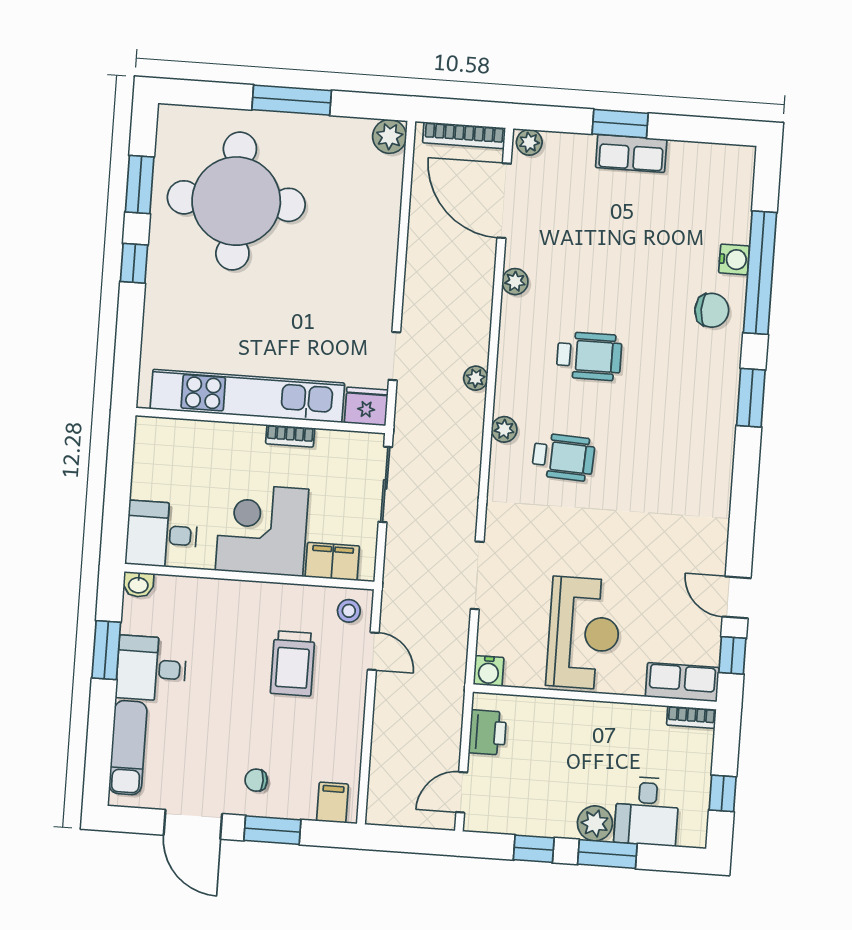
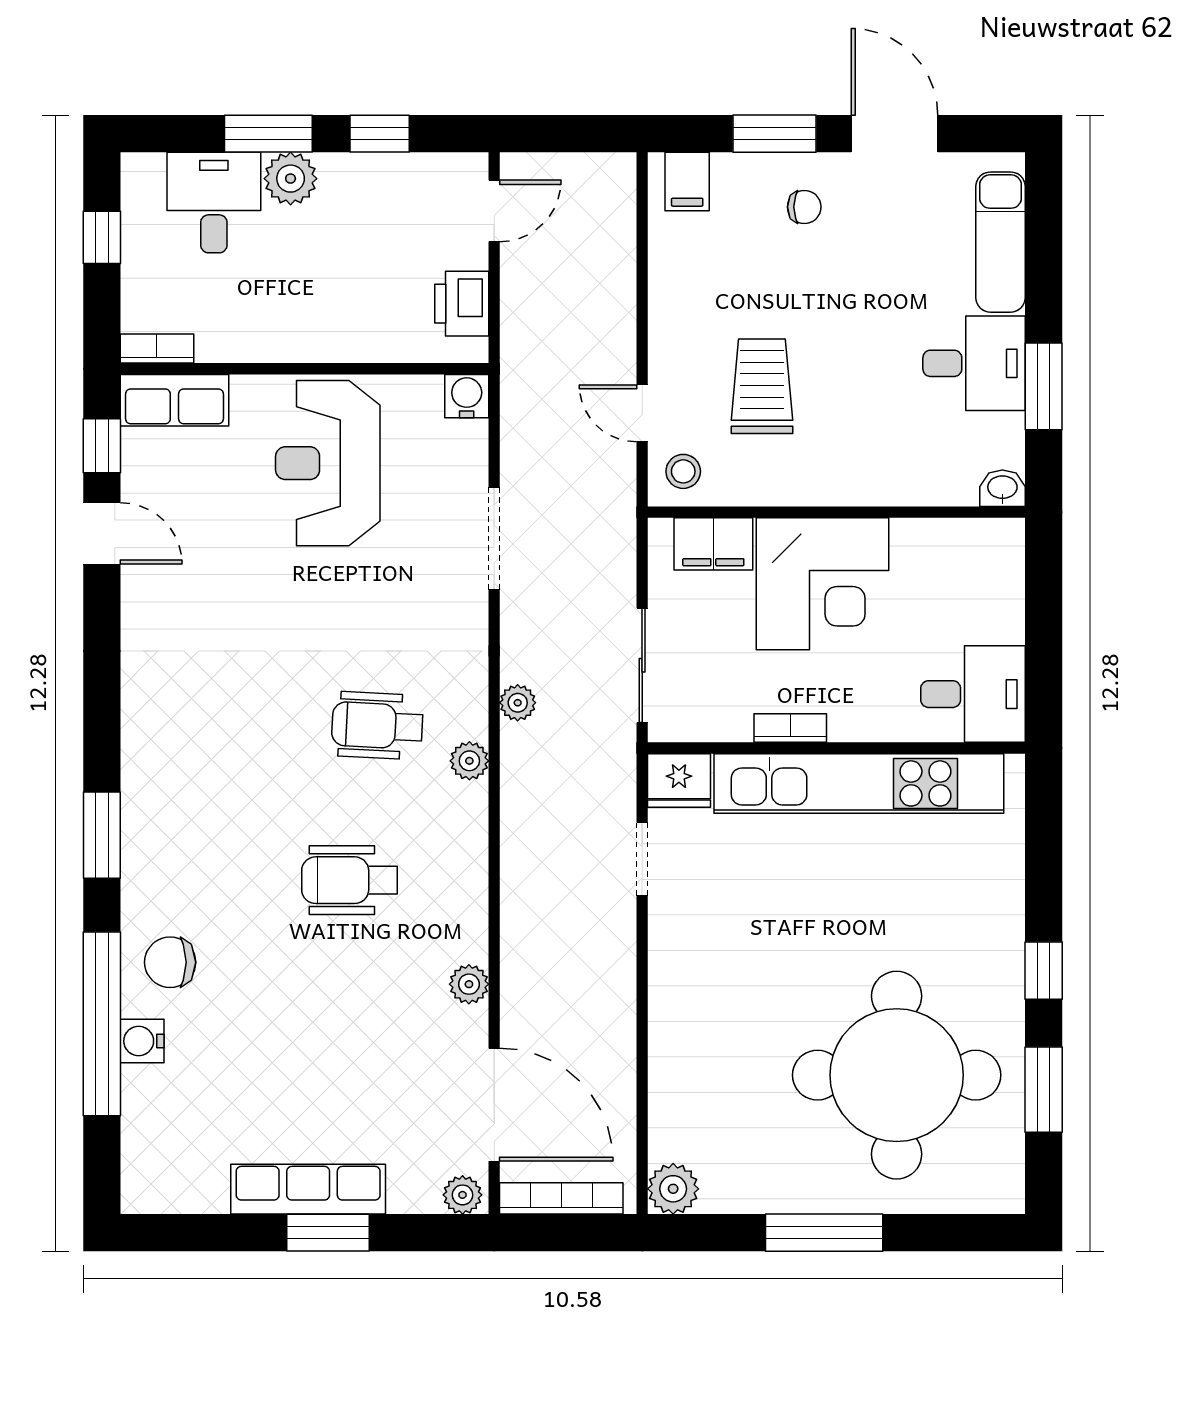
row of seats: (631, 153) -> (308, 1189), width x1.48
plant: (476, 378) -> (518, 703), moved
desk: (162, 534) -> (973, 694), moved

